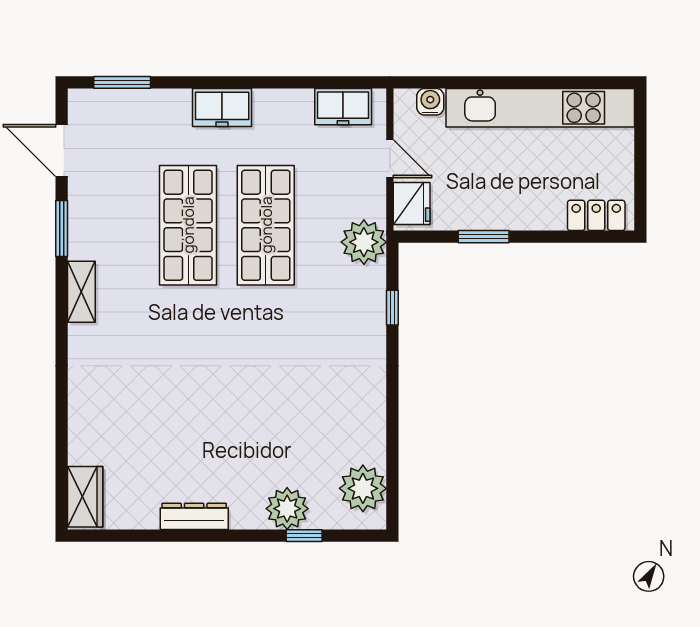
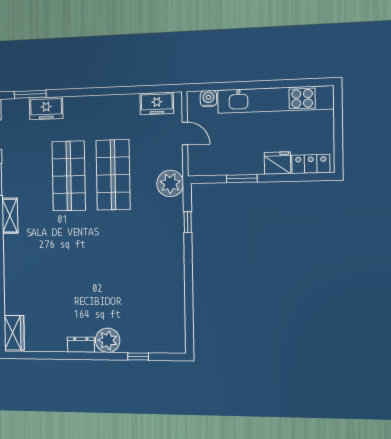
freezer: (222, 107) -> (46, 108), moved
fridge: (412, 204) -> (278, 163), moved, turned -90
plant: (363, 488) -> (172, 329), removed
plant: (287, 509) -> (108, 340), moved
dresser: (194, 516) -> (81, 345), width x0.70

